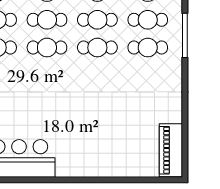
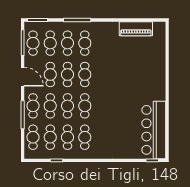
piano: (171, 150) -> (136, 29), moved

